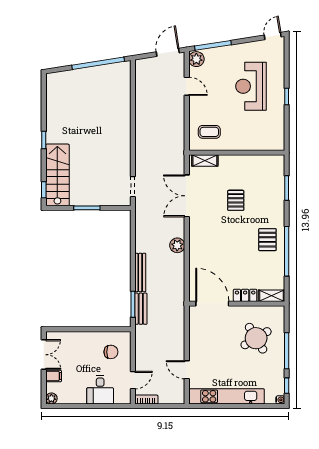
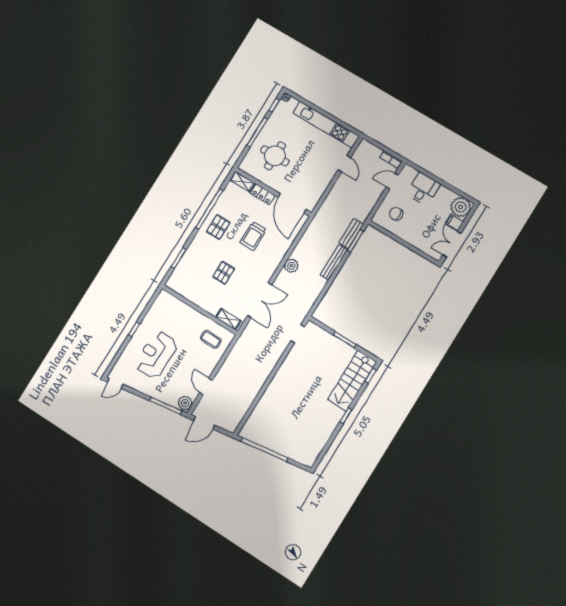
reception desk: (251, 86) -> (156, 355), turned 180
trolley: (230, 251) -> (253, 236), added
round table: (256, 338) -> (275, 156), turned 31
plant: (51, 398) -> (461, 207), width x1.87, depth x1.87

